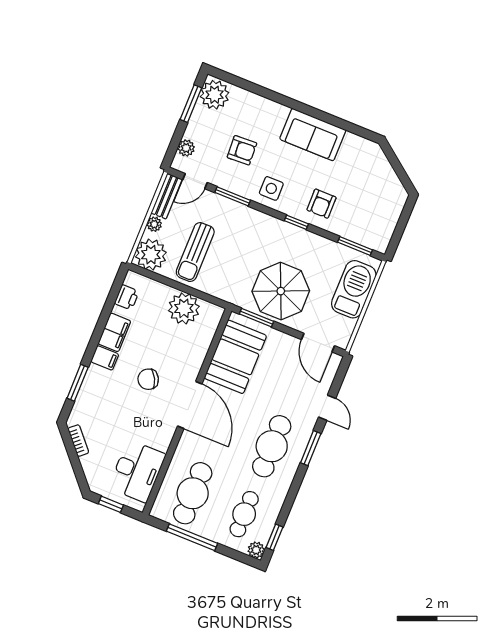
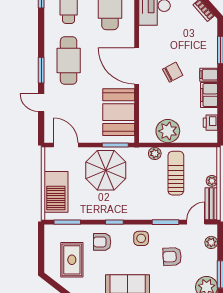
rug: (368, 197) -> (72, 260), added
armchair: (321, 204) -> (102, 242), turned -90
plant: (151, 255) -> (155, 153), moved, width x0.53, depth x0.53

